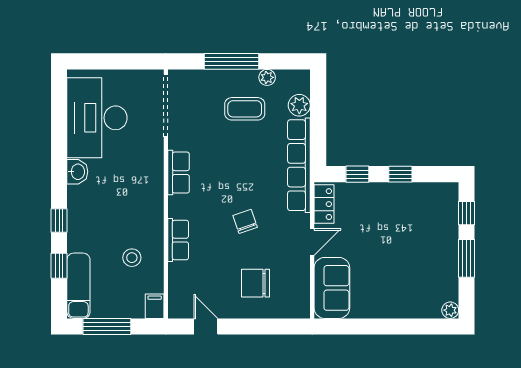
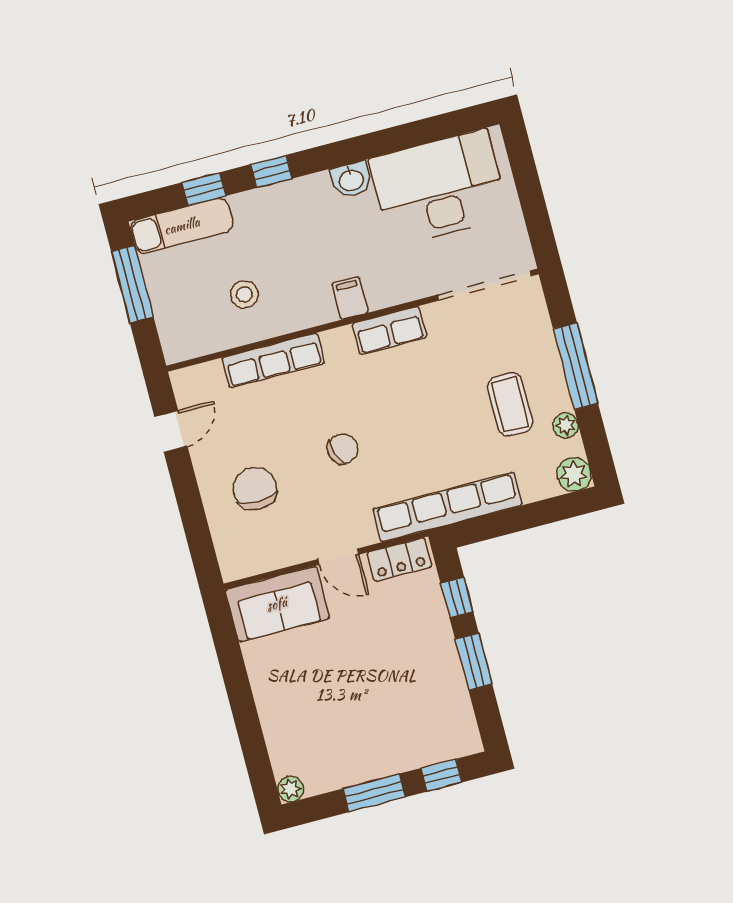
plant: (299, 105) -> (574, 474), moved
window: (400, 174) -> (474, 662), width x1.50
row of seats: (178, 240) -> (273, 360), width x1.48
filing cabinet: (155, 306) -> (350, 298), moved, turned -90

